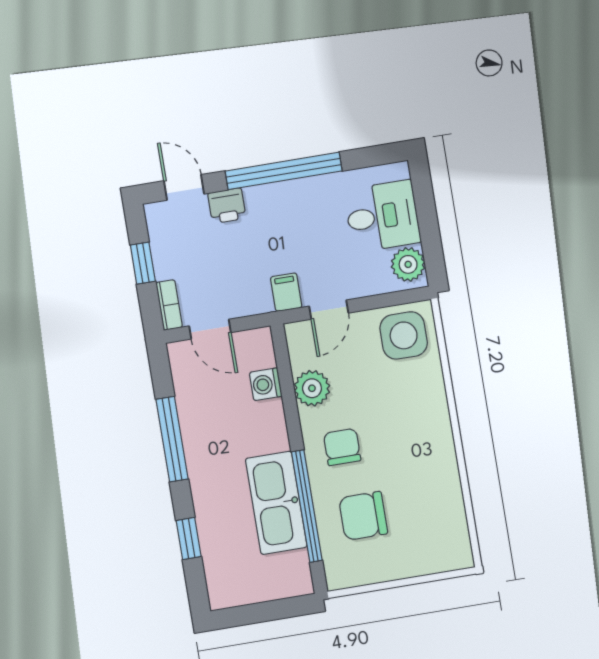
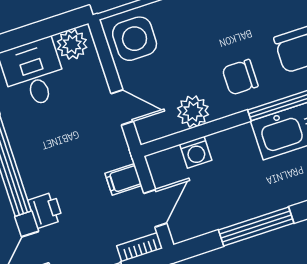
filing cabinet: (286, 292) -> (123, 179), moved

